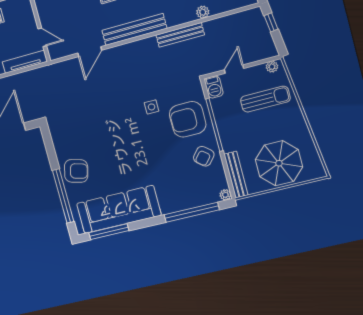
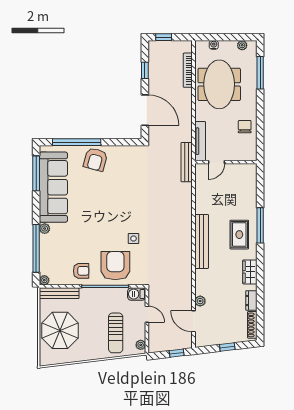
bench: (180, 35) -> (187, 162), moved
door: (90, 52) -> (193, 321), moved
armchair: (204, 156) -> (81, 271), turned 140
plant: (167, 208) -> (45, 229), added

